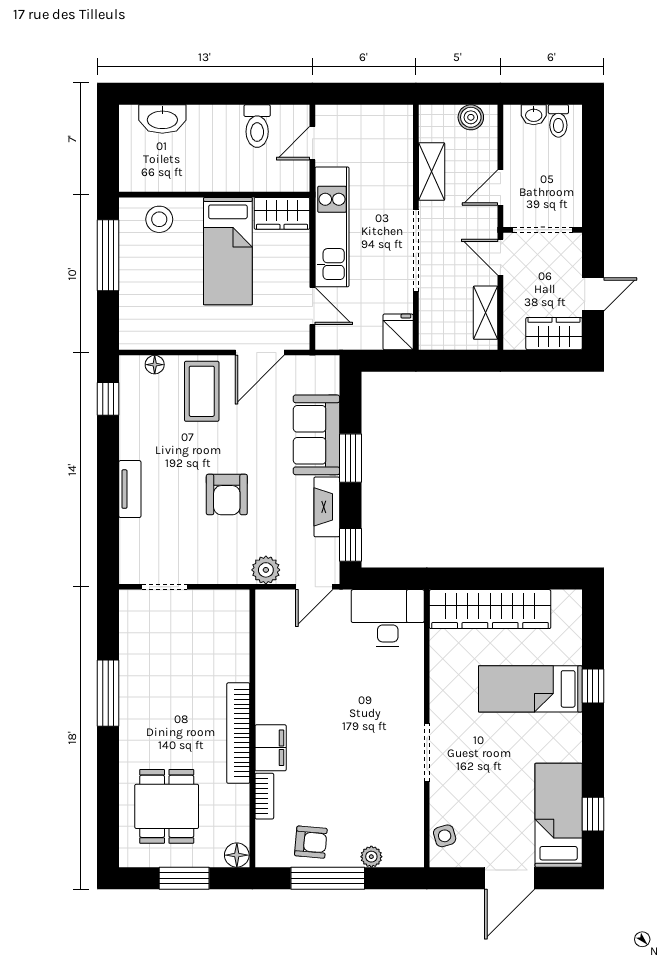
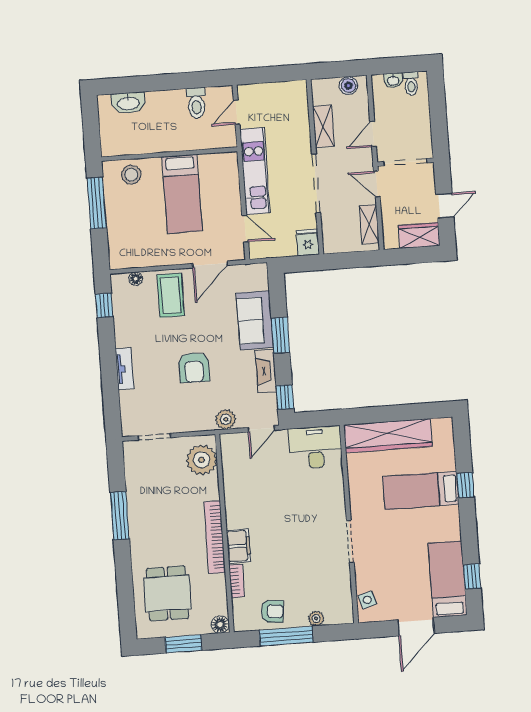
wardrobe: (282, 213) -> (219, 164), removed
plant: (228, 624) -> (202, 460), added

